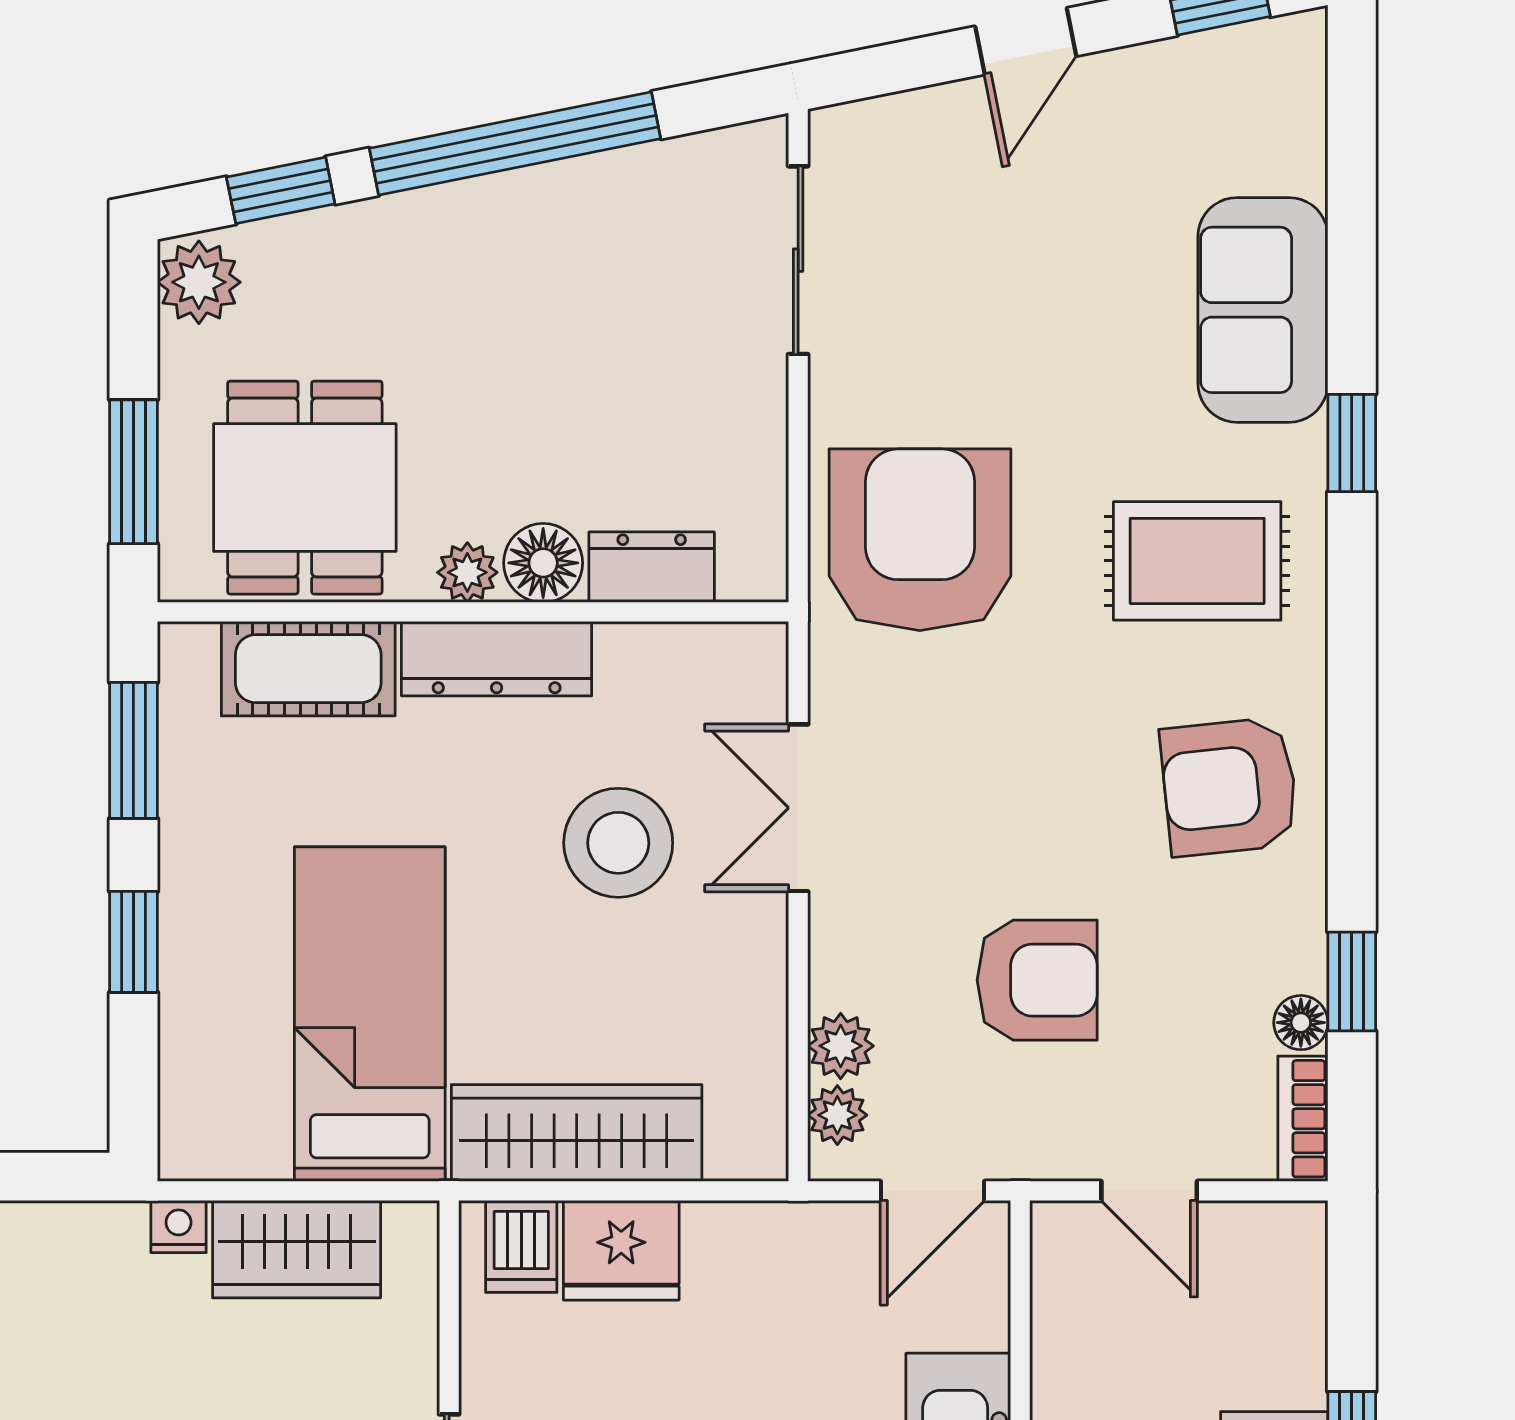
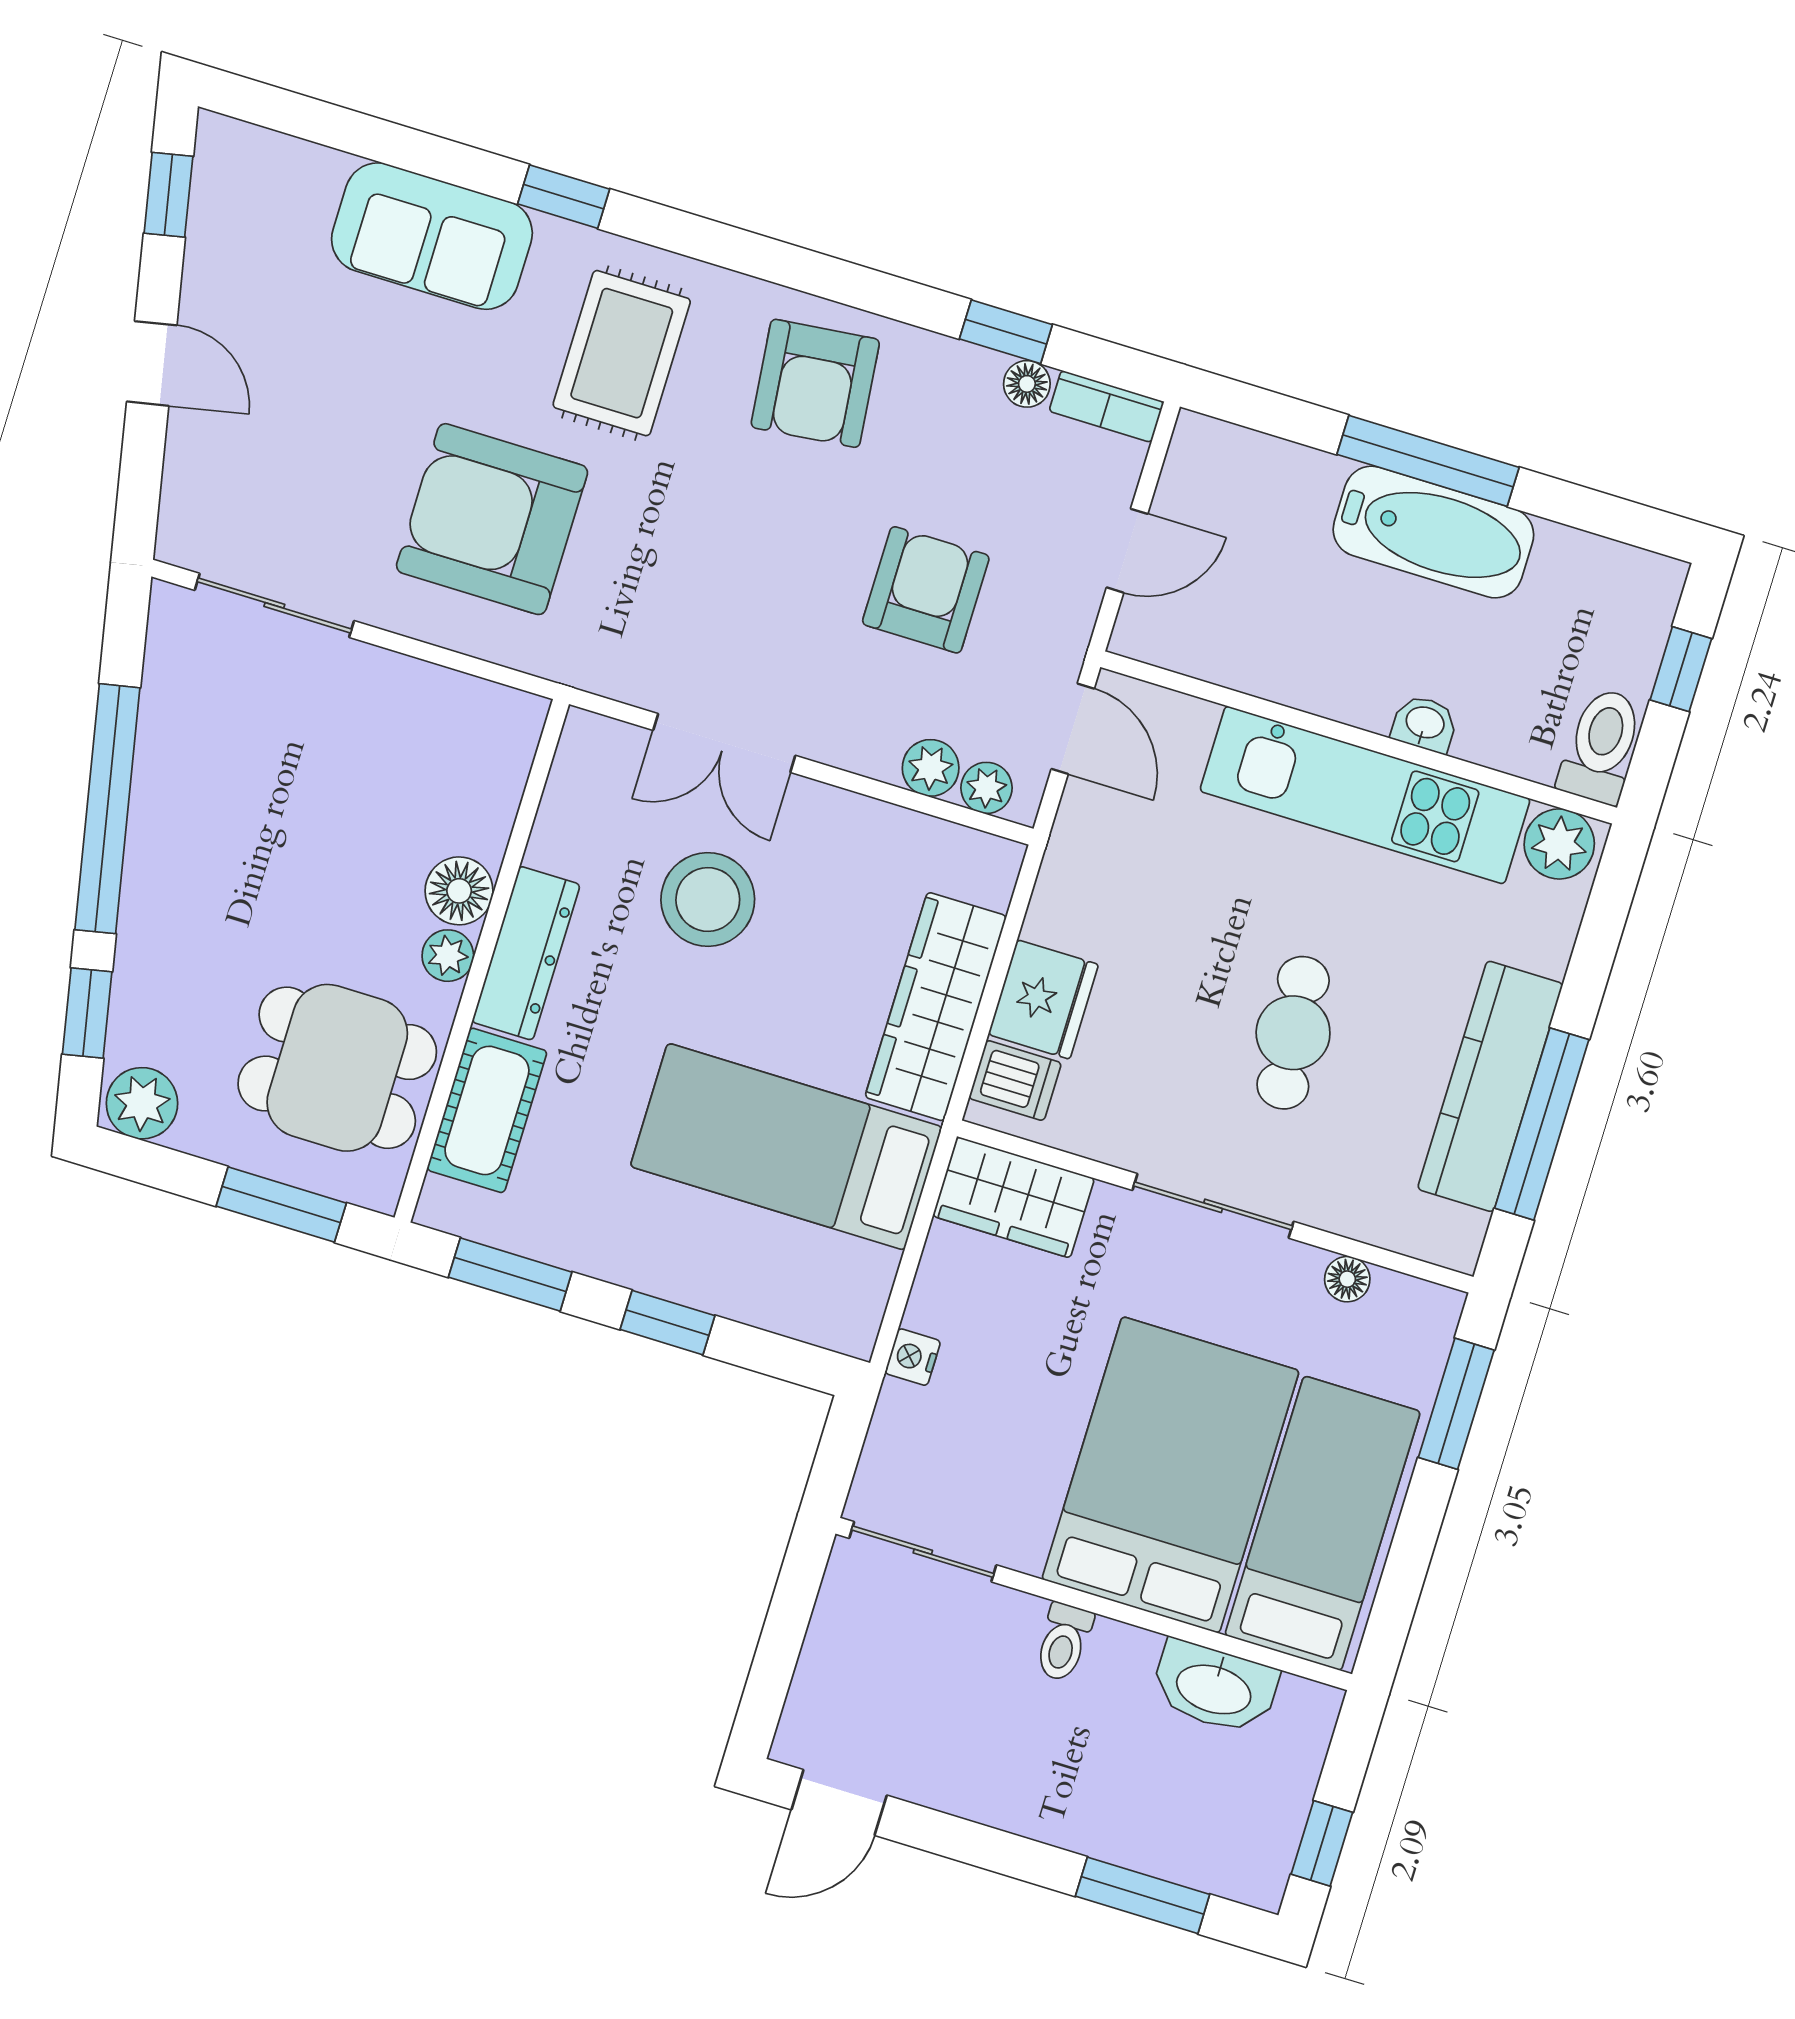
armchair: (920, 540) -> (492, 519), moved
dresser: (652, 567) -> (490, 803), removed
wardrobe: (297, 1249) -> (1014, 1197), moved, turned 90

